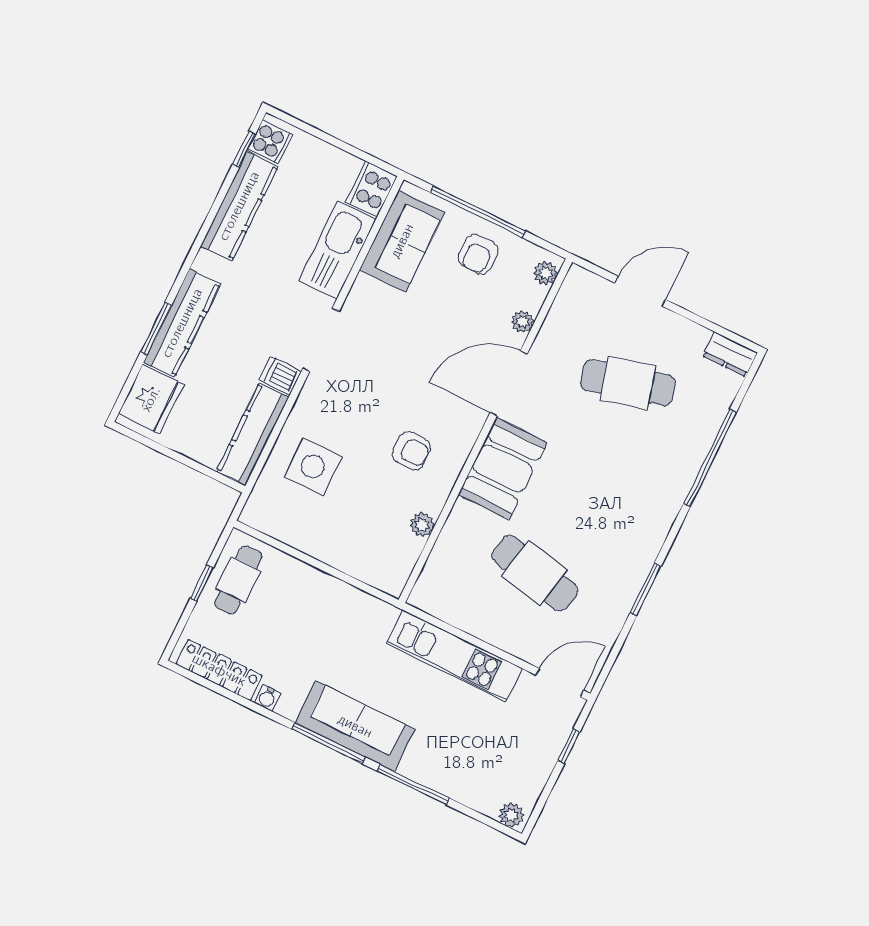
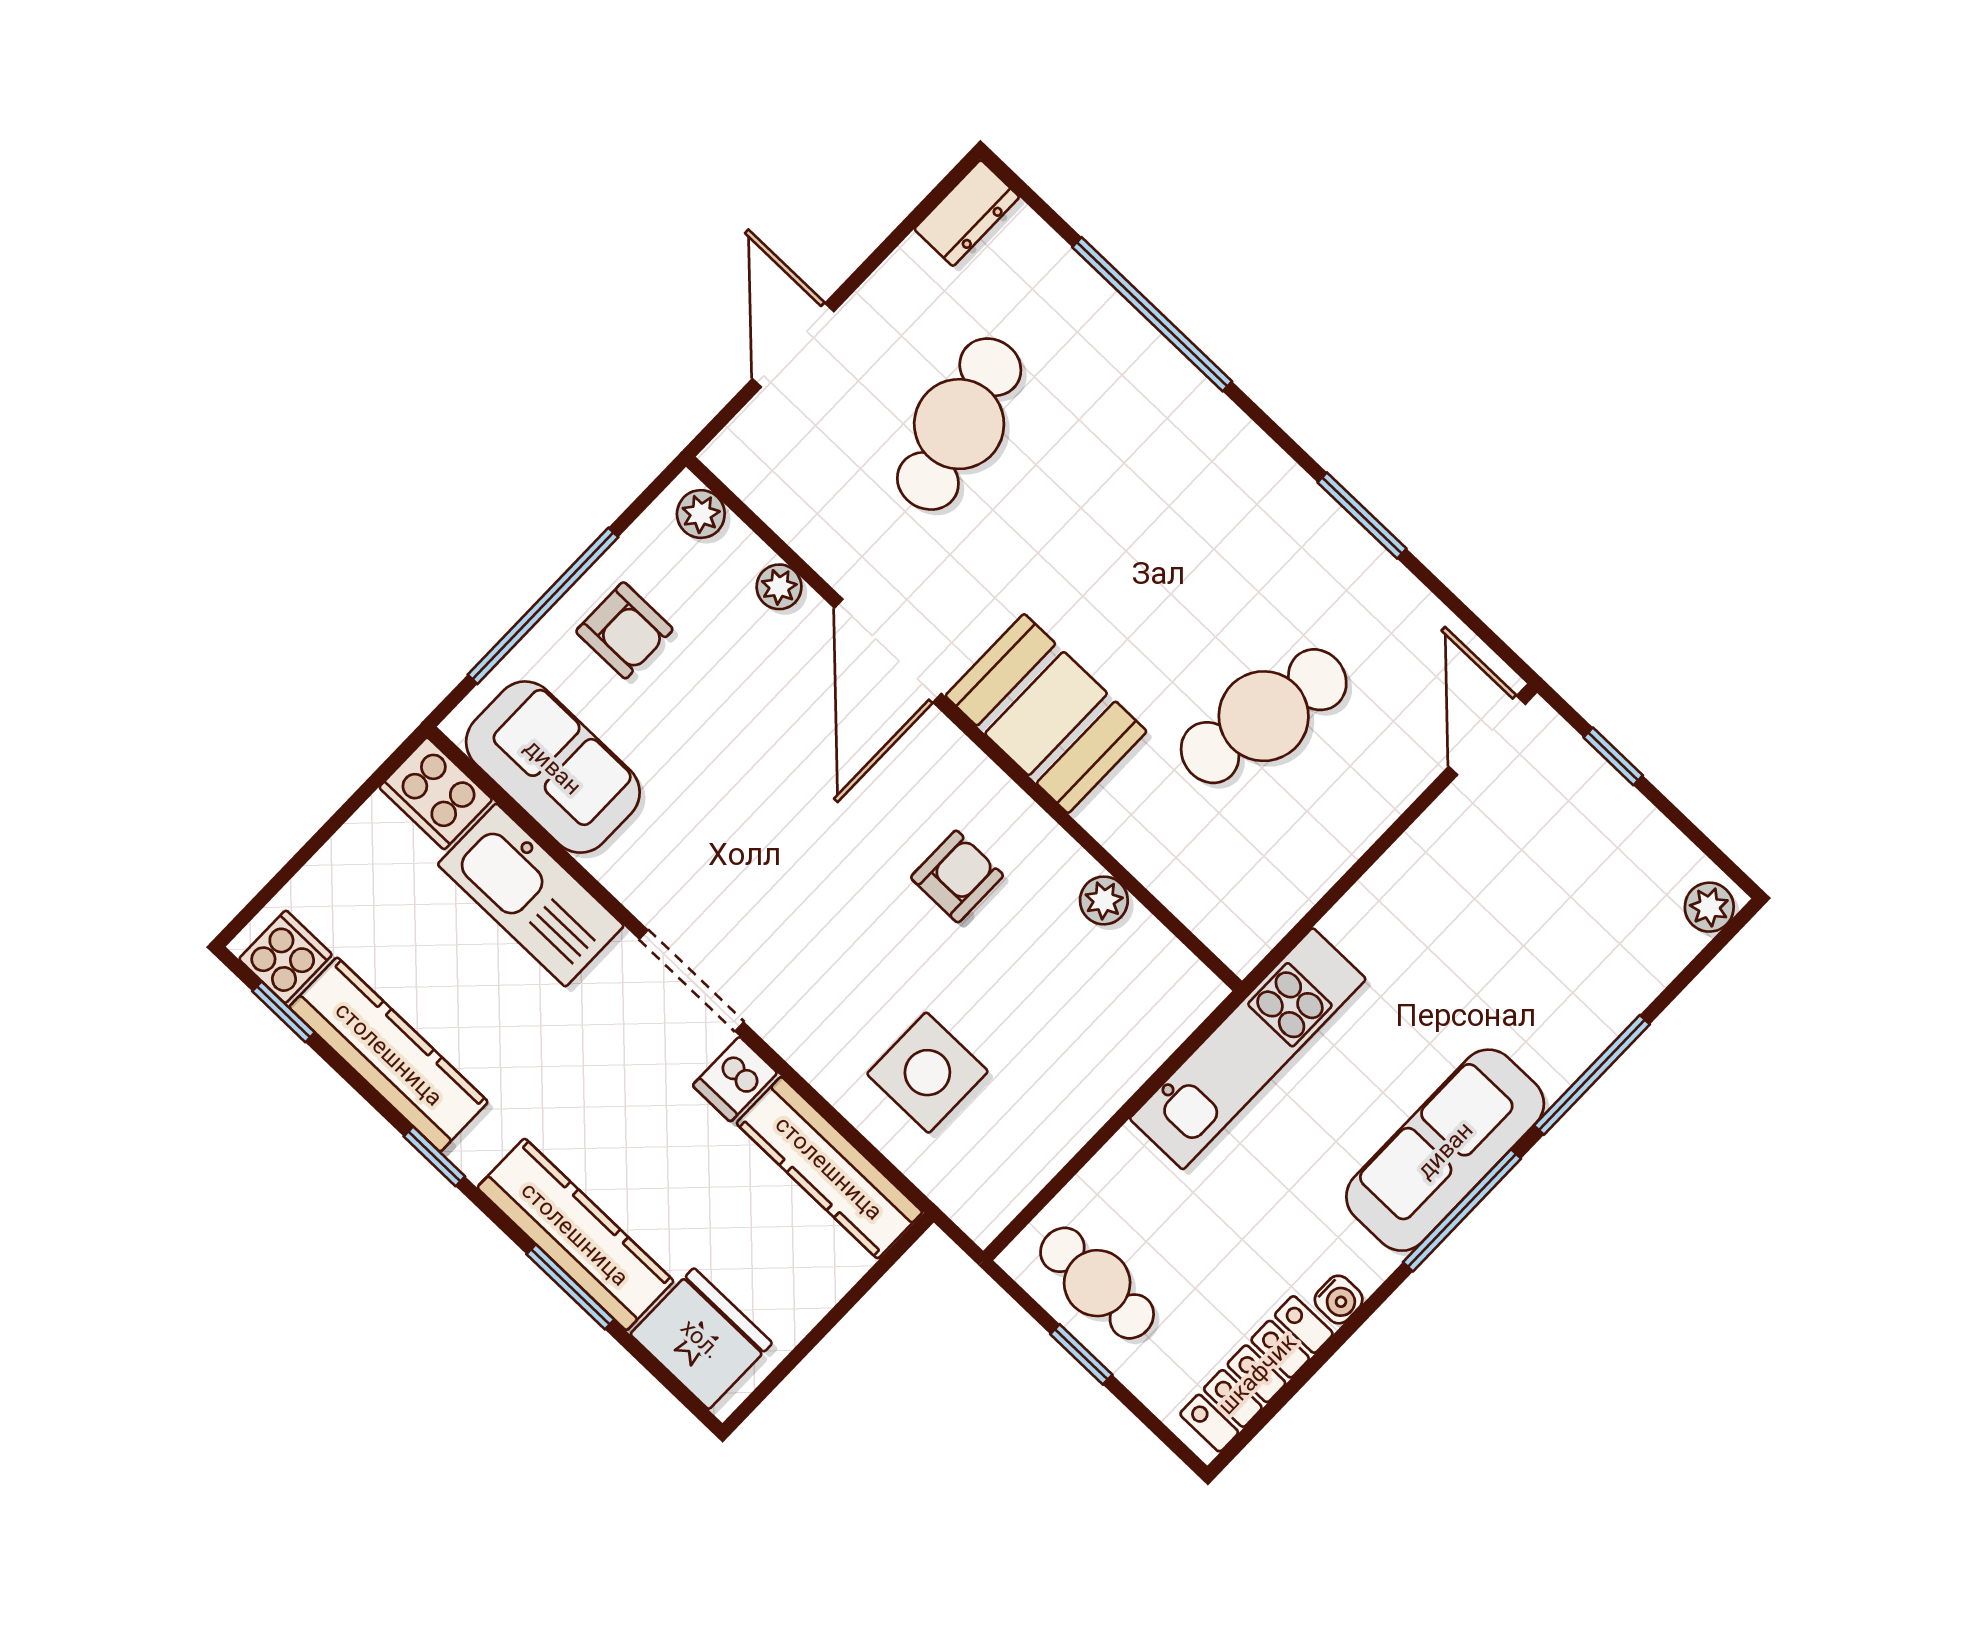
window: (198, 244) -> (434, 1156), added
kitchen unit: (454, 656) -> (1248, 1049), moved

